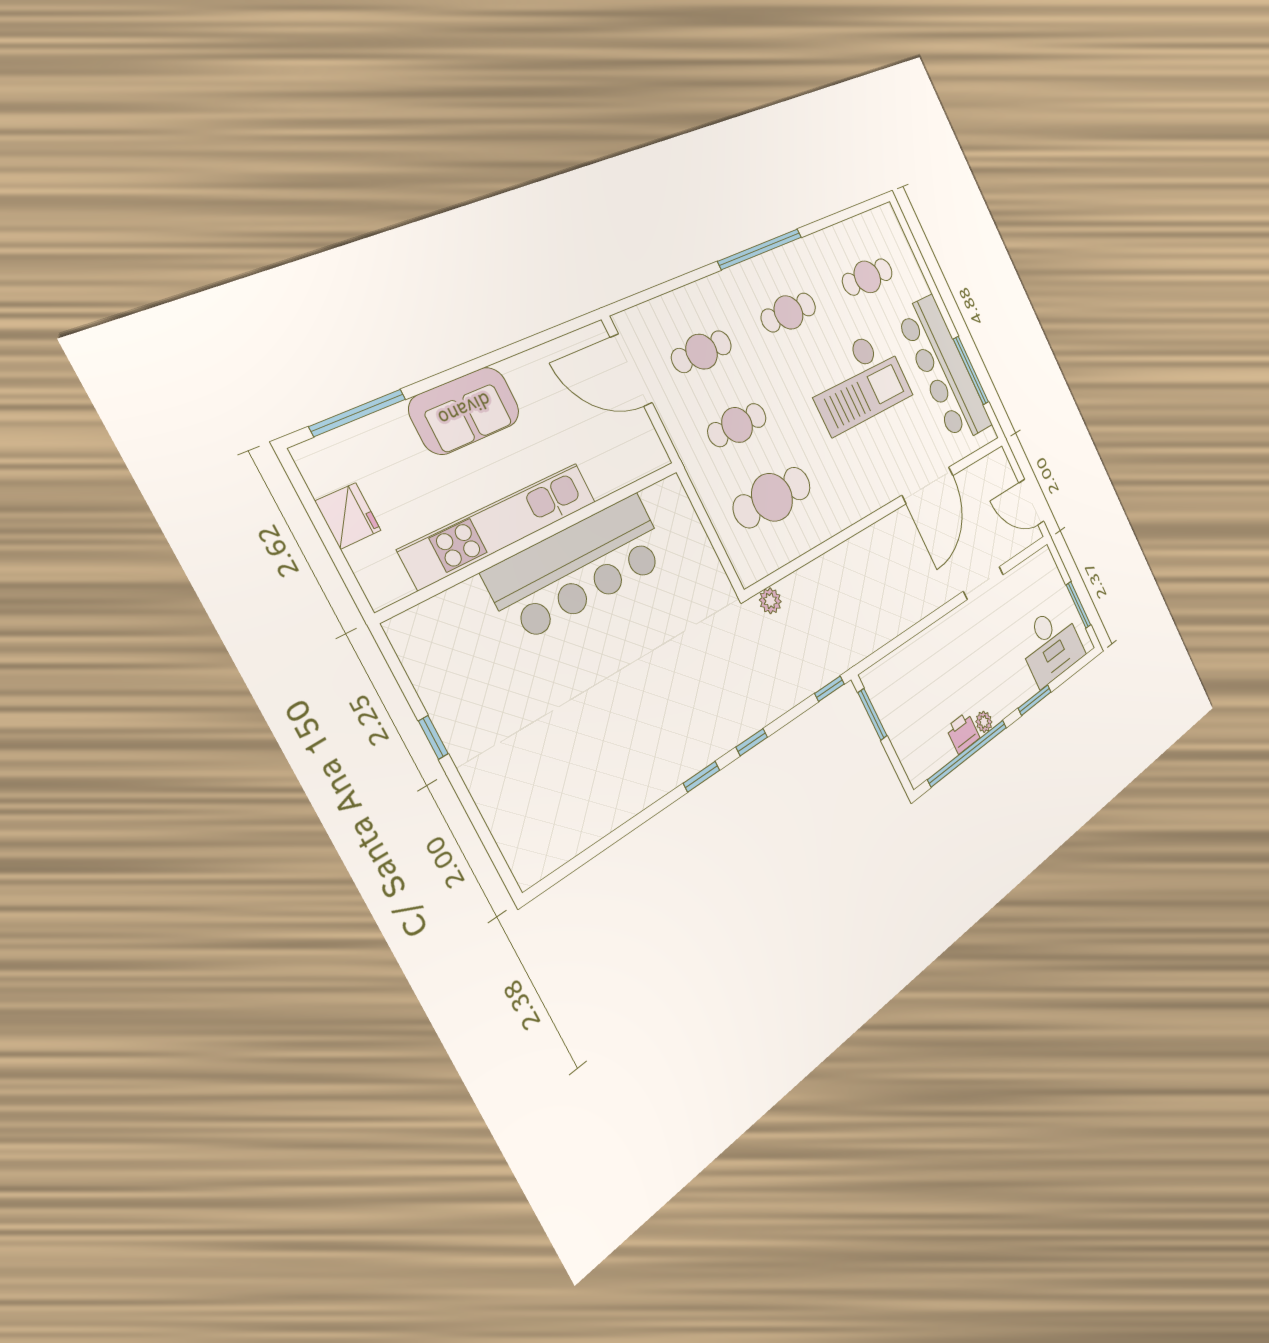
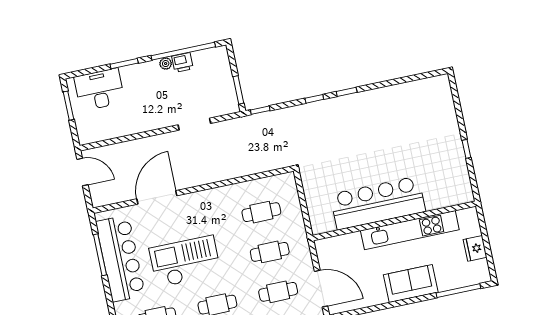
cafe table: (772, 497) -> (261, 212), width x0.73, depth x0.74
doorway: (983, 583) -> (194, 124), moved
plant: (770, 601) -> (280, 162), removed

